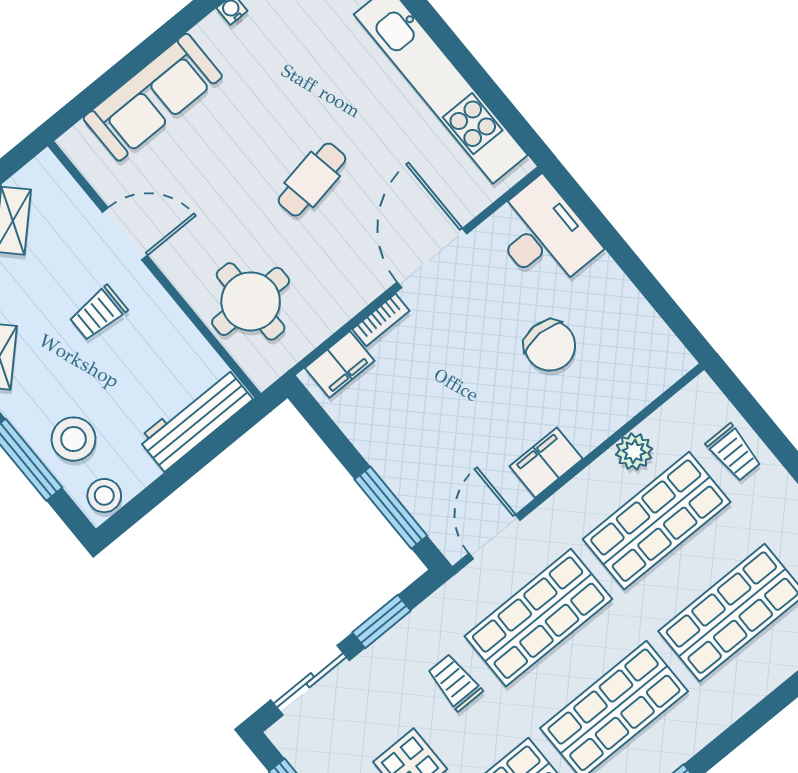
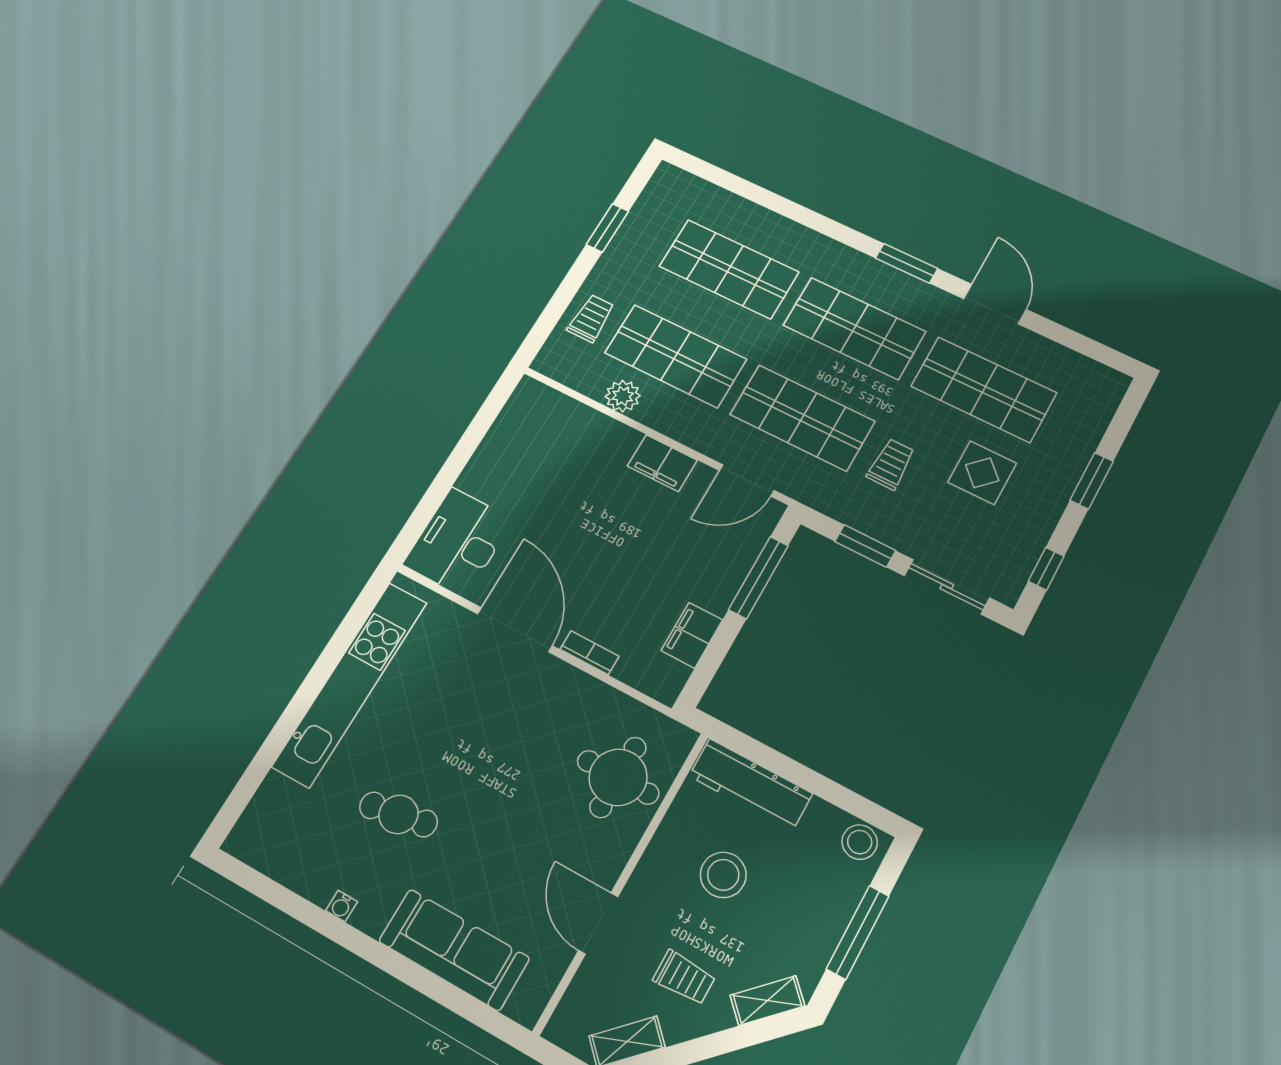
cafe table: (312, 180) -> (398, 814), moved
door: (432, 258) -> (515, 630), swing flipped
trolley: (98, 313) -> (684, 978), moved
chair: (550, 346) -> (556, 499), removed
filing cabinet: (340, 364) -> (692, 635), moved, turned -90
stool: (74, 439) -> (723, 875), moved
trolley: (455, 682) -> (891, 464), turned 180

